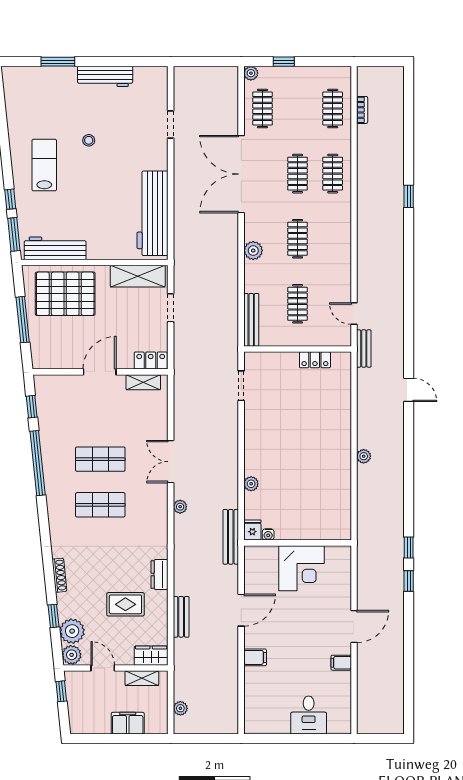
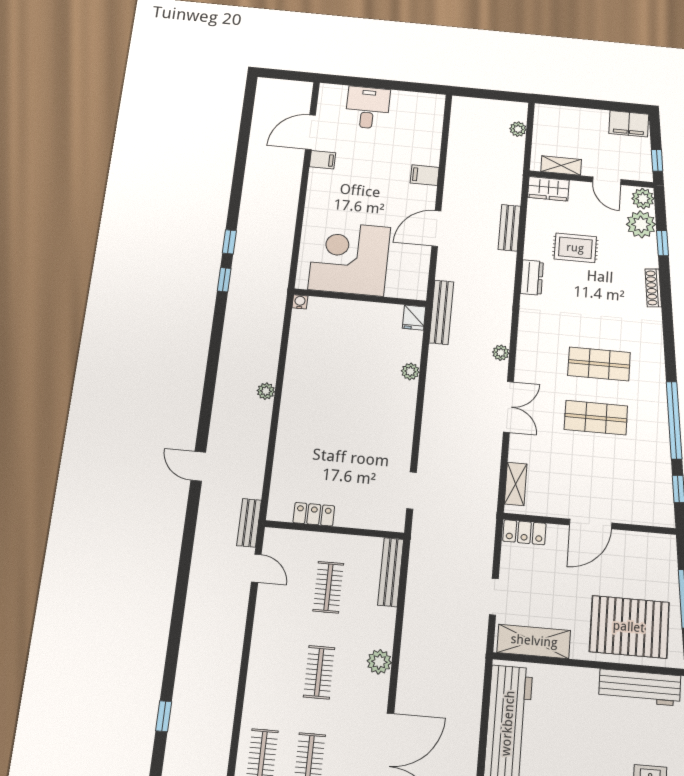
shelving: (143, 382) -> (516, 484), moved, turned 90
water cooler: (268, 534) -> (300, 302), moved
corner desk: (301, 568) -> (349, 258), width x1.36, depth x1.36
door: (354, 626) -> (310, 132), moved
filing cabinet: (128, 723) -> (629, 124), moved

